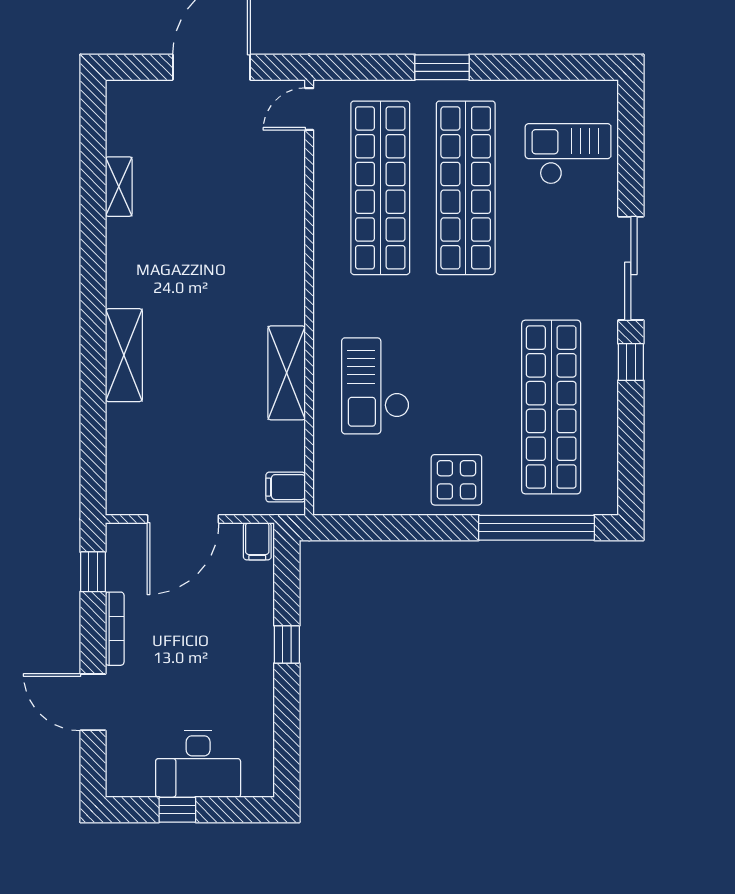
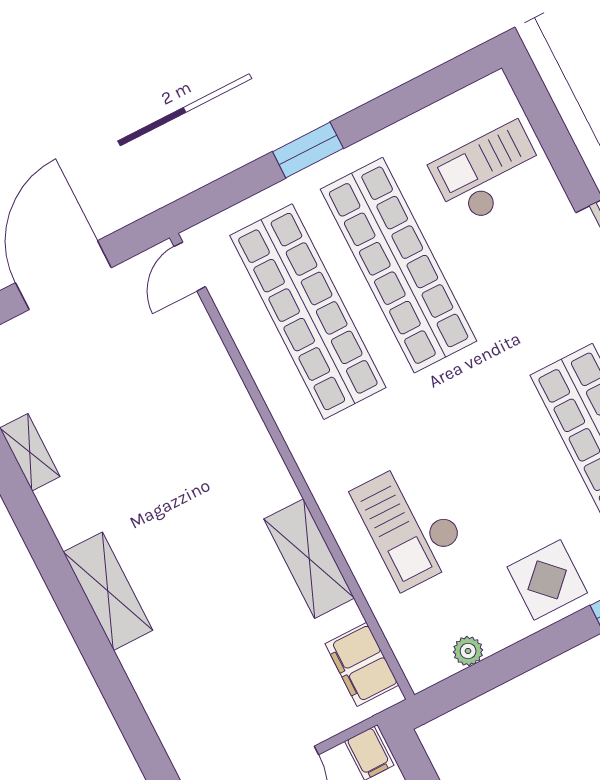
shelving: (124, 355) -> (108, 591), moved
filing cabinet: (286, 487) -> (362, 664), width x2.00
plant: (370, 503) -> (468, 651), added

